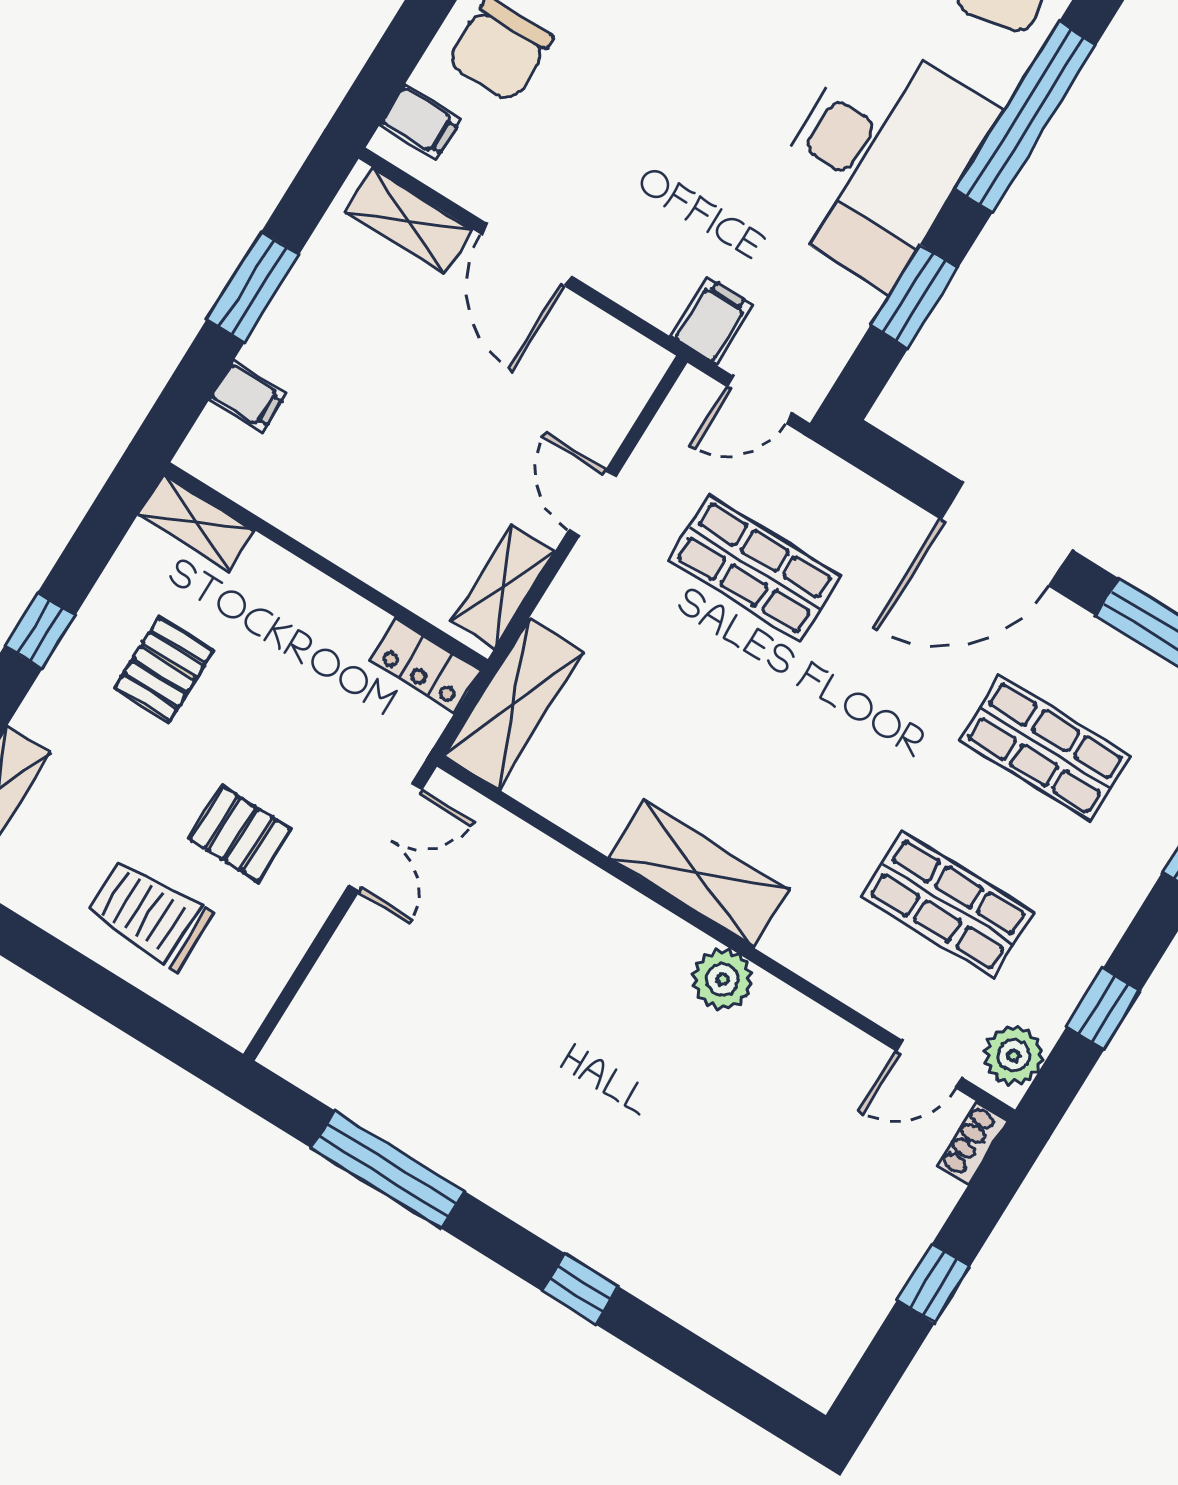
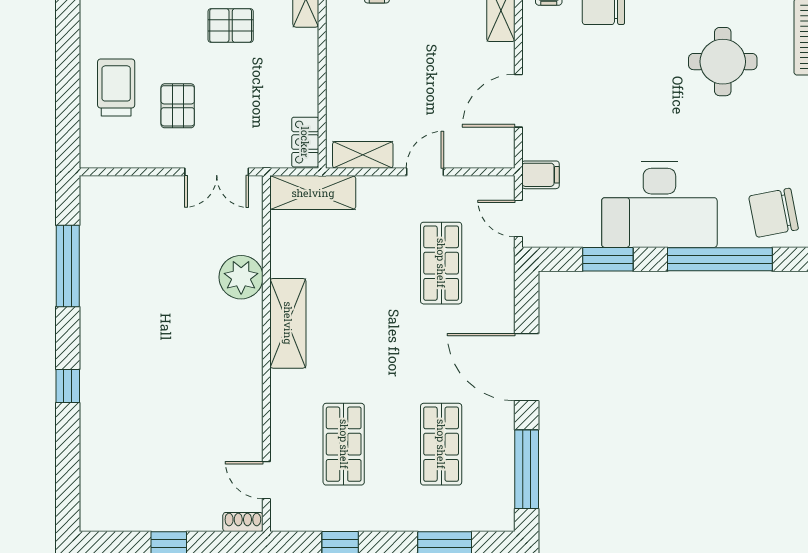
door: (526, 255) -> (518, 101), moved
plant: (723, 979) -> (241, 277), moved, width x1.36, depth x1.36
plant: (1014, 1055) -> (294, 516), removed

